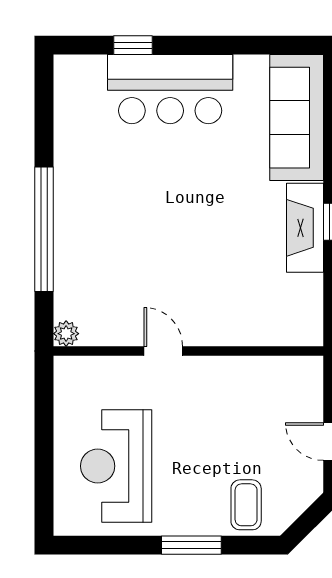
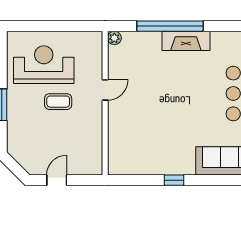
fireplace: (305, 228) -> (186, 41), moved, turned 180
coffee table: (246, 505) -> (58, 102), moved

